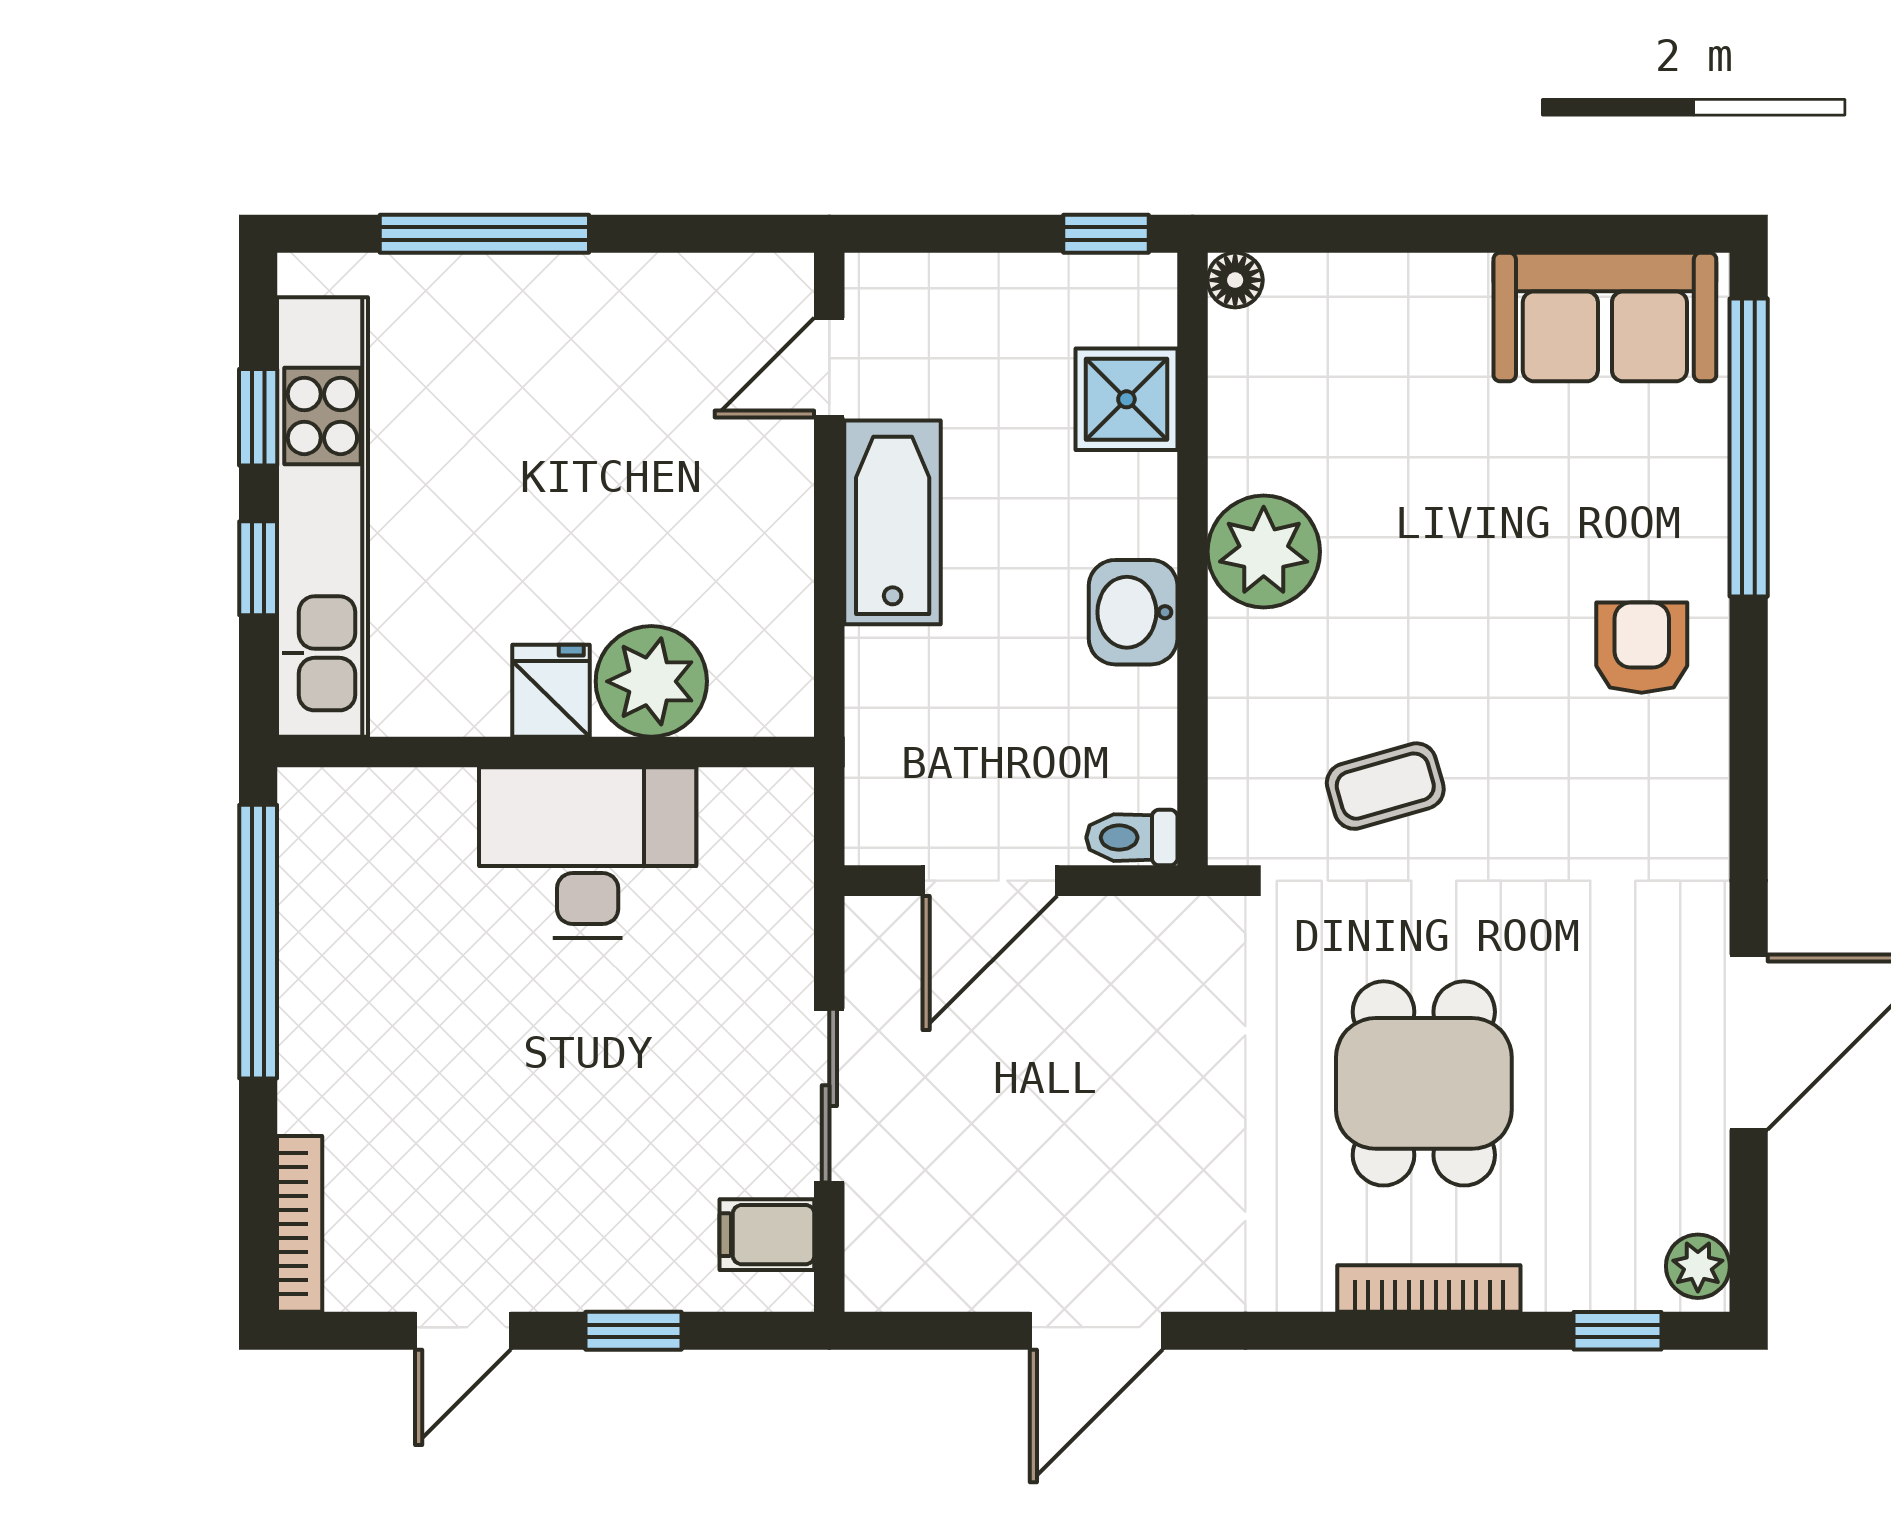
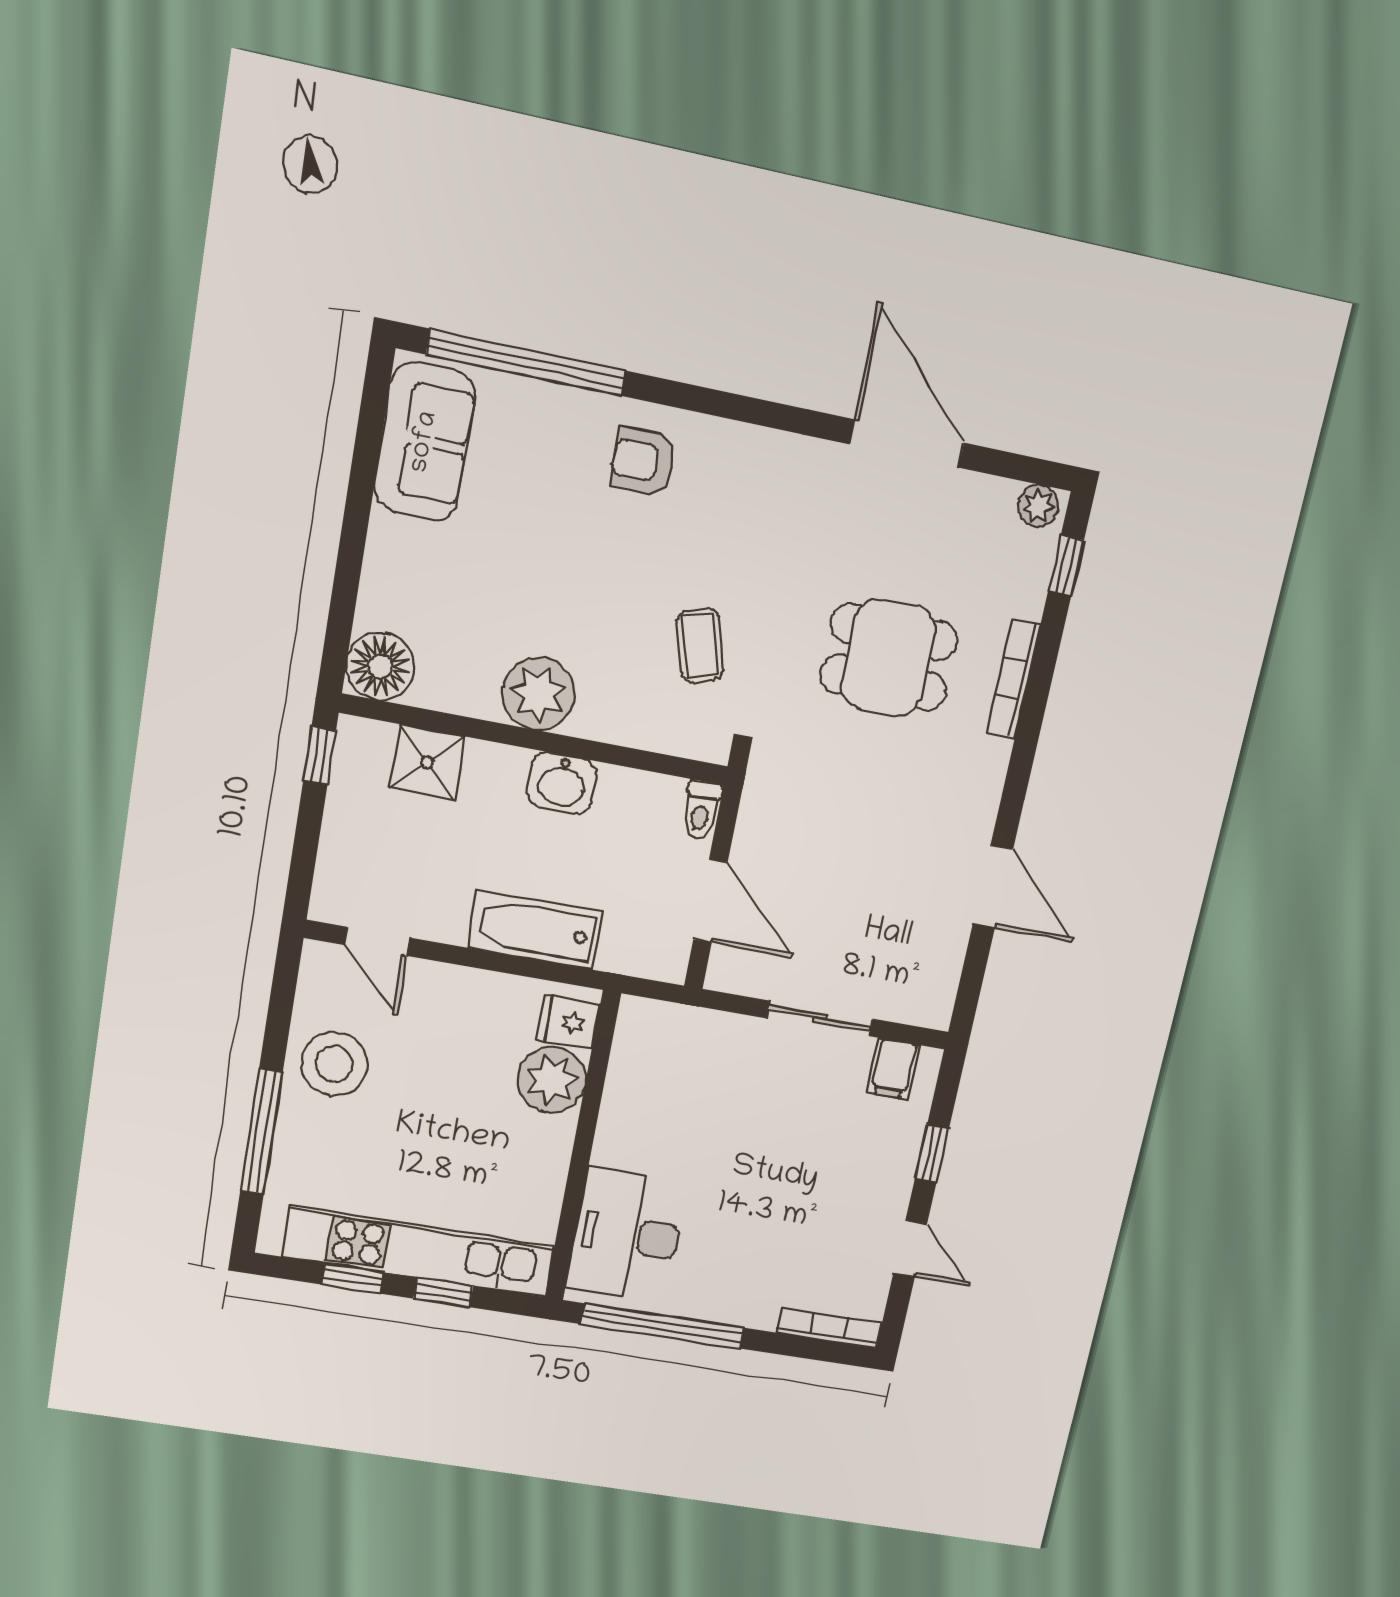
floor lamp: (1235, 280) -> (380, 667), width x1.89, depth x1.89
stool: (617, 331) -> (334, 1064), added
bathtub: (893, 522) -> (535, 930), moved
fridge: (551, 691) -> (568, 1022), moved
desk: (588, 852) -> (627, 1235), moved

